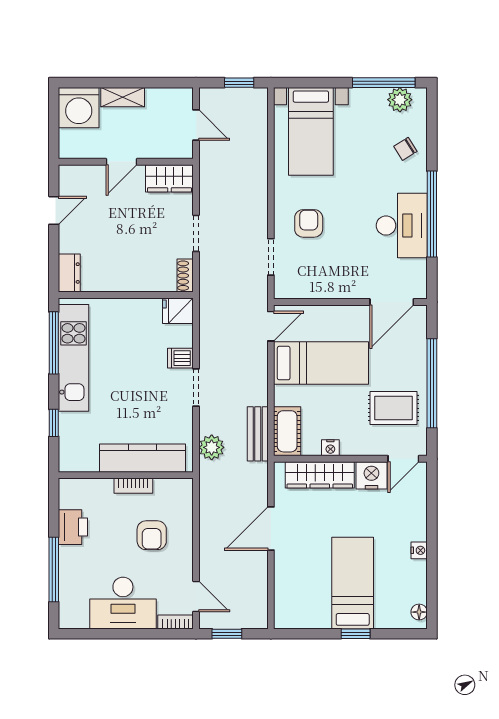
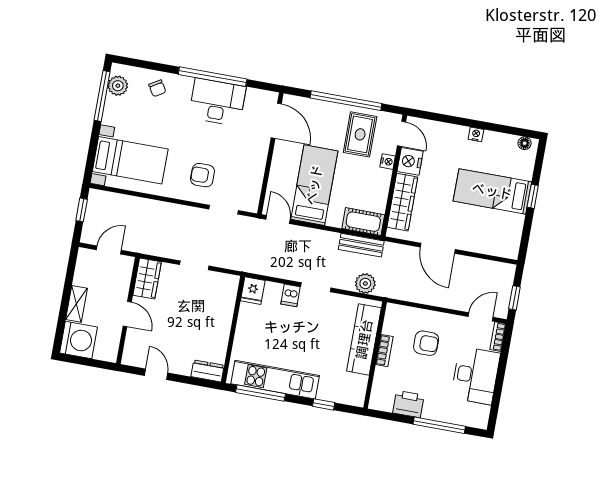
shoe rack: (185, 276) -> (226, 280), removed
nightstand: (330, 448) -> (388, 162), moved

